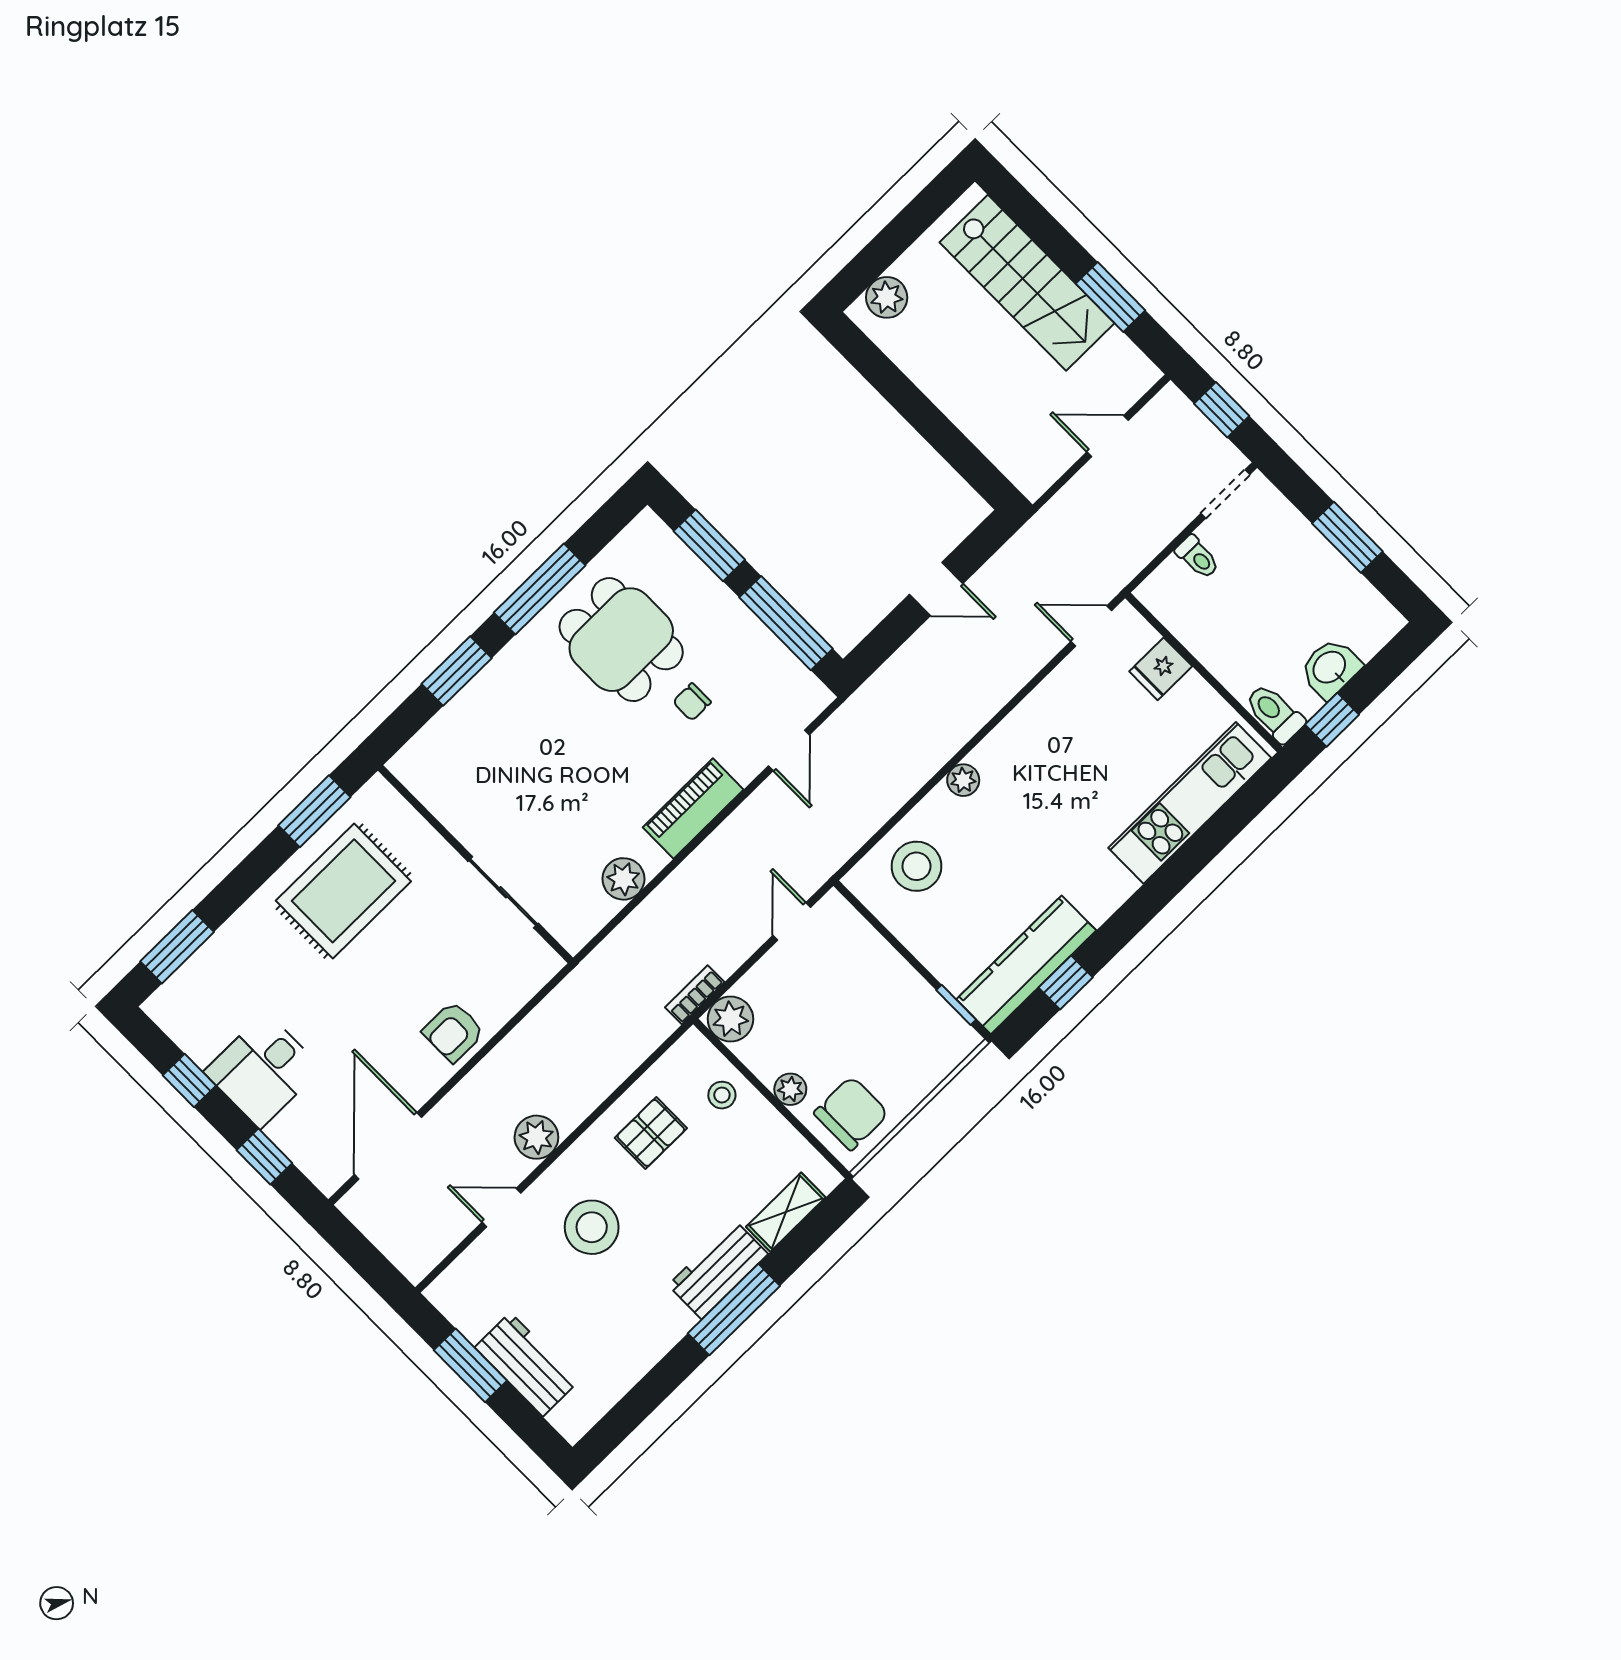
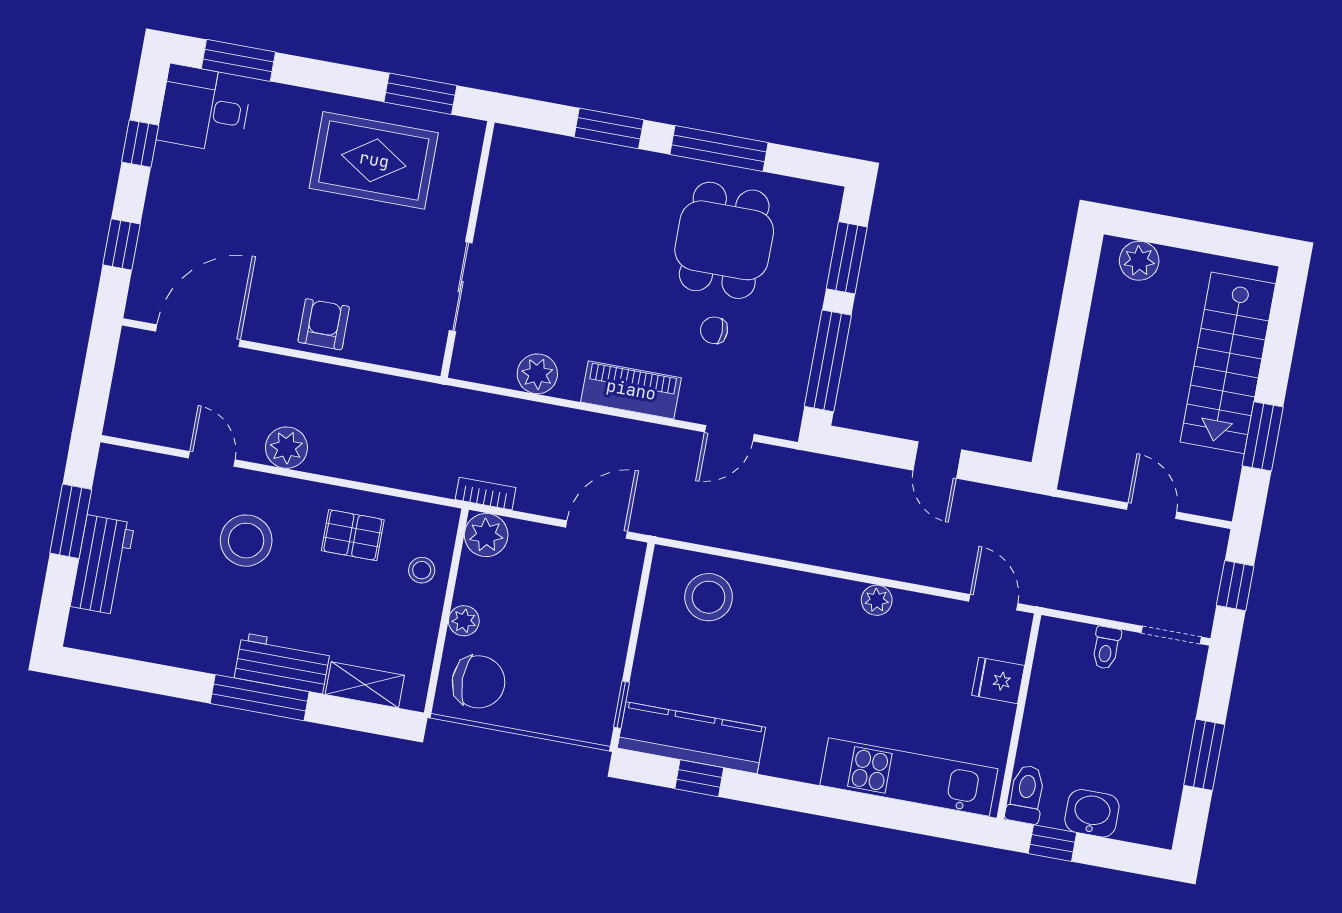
plant: (963, 780) -> (877, 600), moved
door: (792, 921) -> (597, 529), width x1.38
armchair: (453, 1032) -> (324, 324), turned 90
desk: (263, 1070) -> (204, 109), moved

